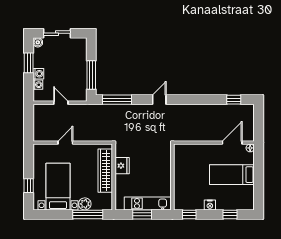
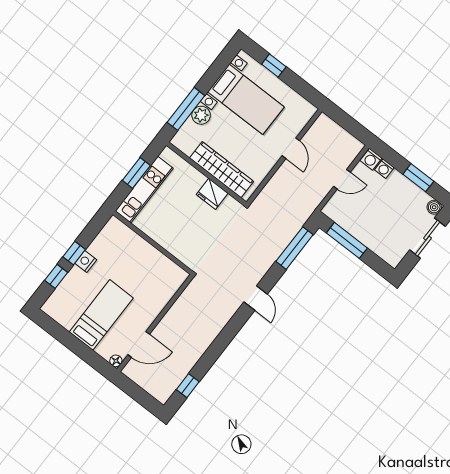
washing machine: (38, 74) -> (371, 159), moved
door: (232, 143) -> (139, 344), hinge flipped
window: (189, 214) -> (74, 253), moved

